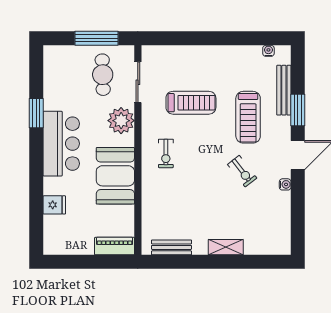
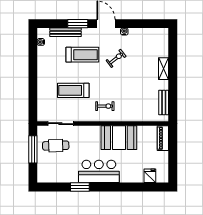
treadmill: (191, 103) -> (73, 90), turned -90
plant: (121, 121) -> (84, 134), removed
fridge: (54, 205) -> (150, 176), moved

